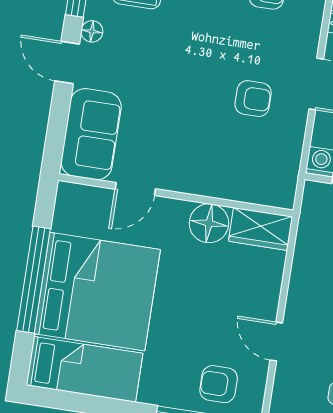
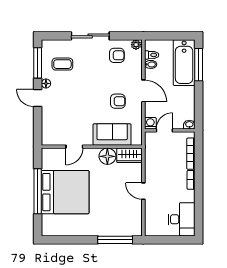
sofa: (91, 134) -> (112, 135), moved, turned -90
door: (276, 342) -> (143, 191), moved
bed: (85, 369) -> (65, 225), removed
armchair: (219, 384) -> (122, 223), removed

